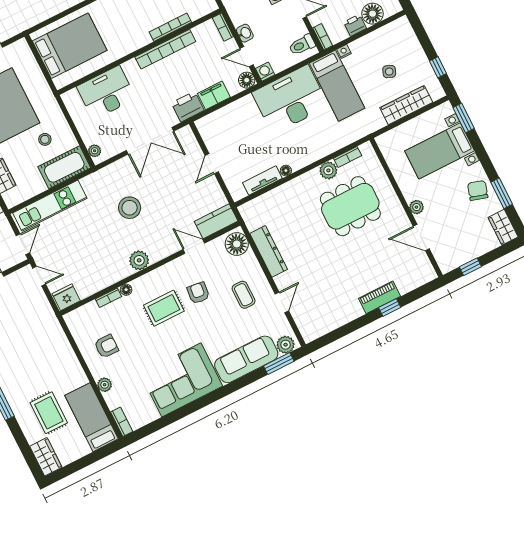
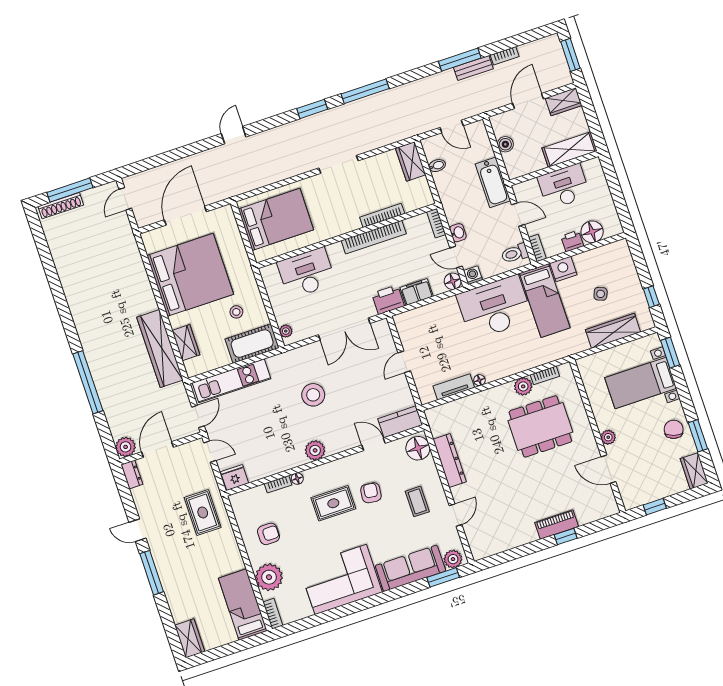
nightstand: (344, 51) -> (563, 269), width x1.89, depth x1.79
plant: (105, 385) -> (269, 577), width x1.87, depth x1.87
rug: (49, 413) -> (203, 512), moved

